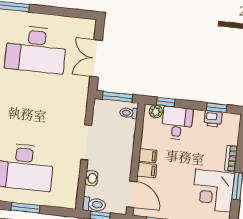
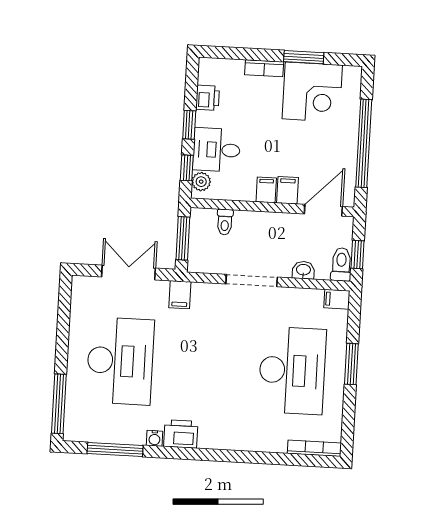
double door: (96, 58) -> (129, 272), swing flipped
filing cabinet: (79, 93) -> (180, 295), added
window: (217, 108) -> (189, 125), moved
toilet: (129, 113) -> (225, 222), moved
filing cabinet: (70, 200) -> (337, 299), added

